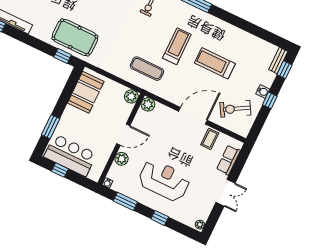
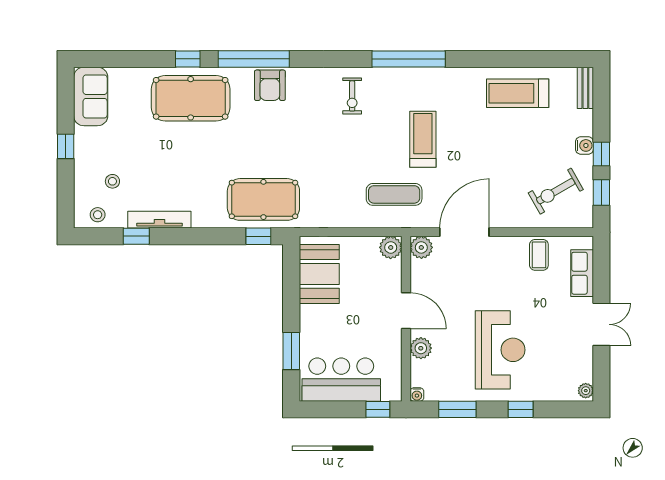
treadmill: (215, 63) -> (518, 93), moved
window: (284, 70) -> (601, 193), moved
door: (193, 116) -> (464, 232), moved
door: (123, 135) -> (406, 311), hinge flipped
window: (60, 170) -> (378, 409), moved
reception desk: (164, 180) -> (500, 350), turned 90

